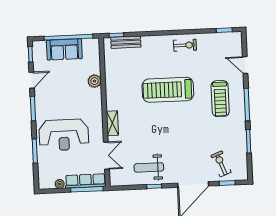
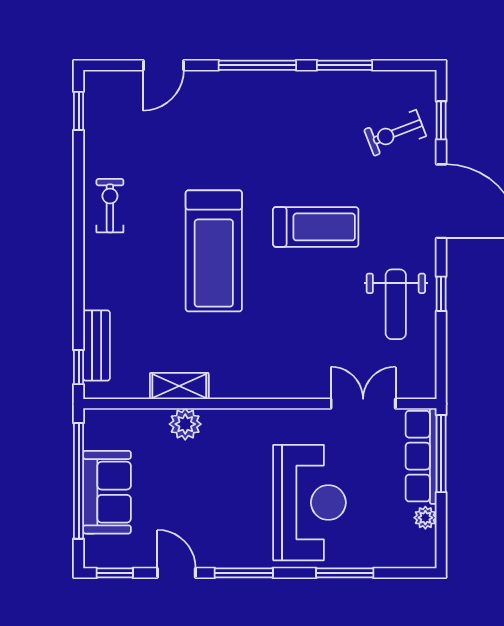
treadmill: (220, 99) -> (316, 227), moved
shelving: (112, 123) -> (179, 386), moved

